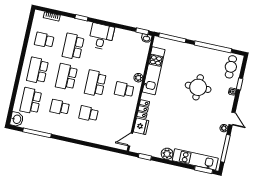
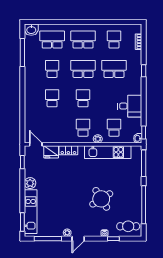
desk: (101, 36) -> (130, 106), moved
school desk: (131, 59) -> (114, 128), added
school desk: (95, 83) -> (83, 98), width x0.54
round table: (198, 87) -> (101, 199), turned -32

